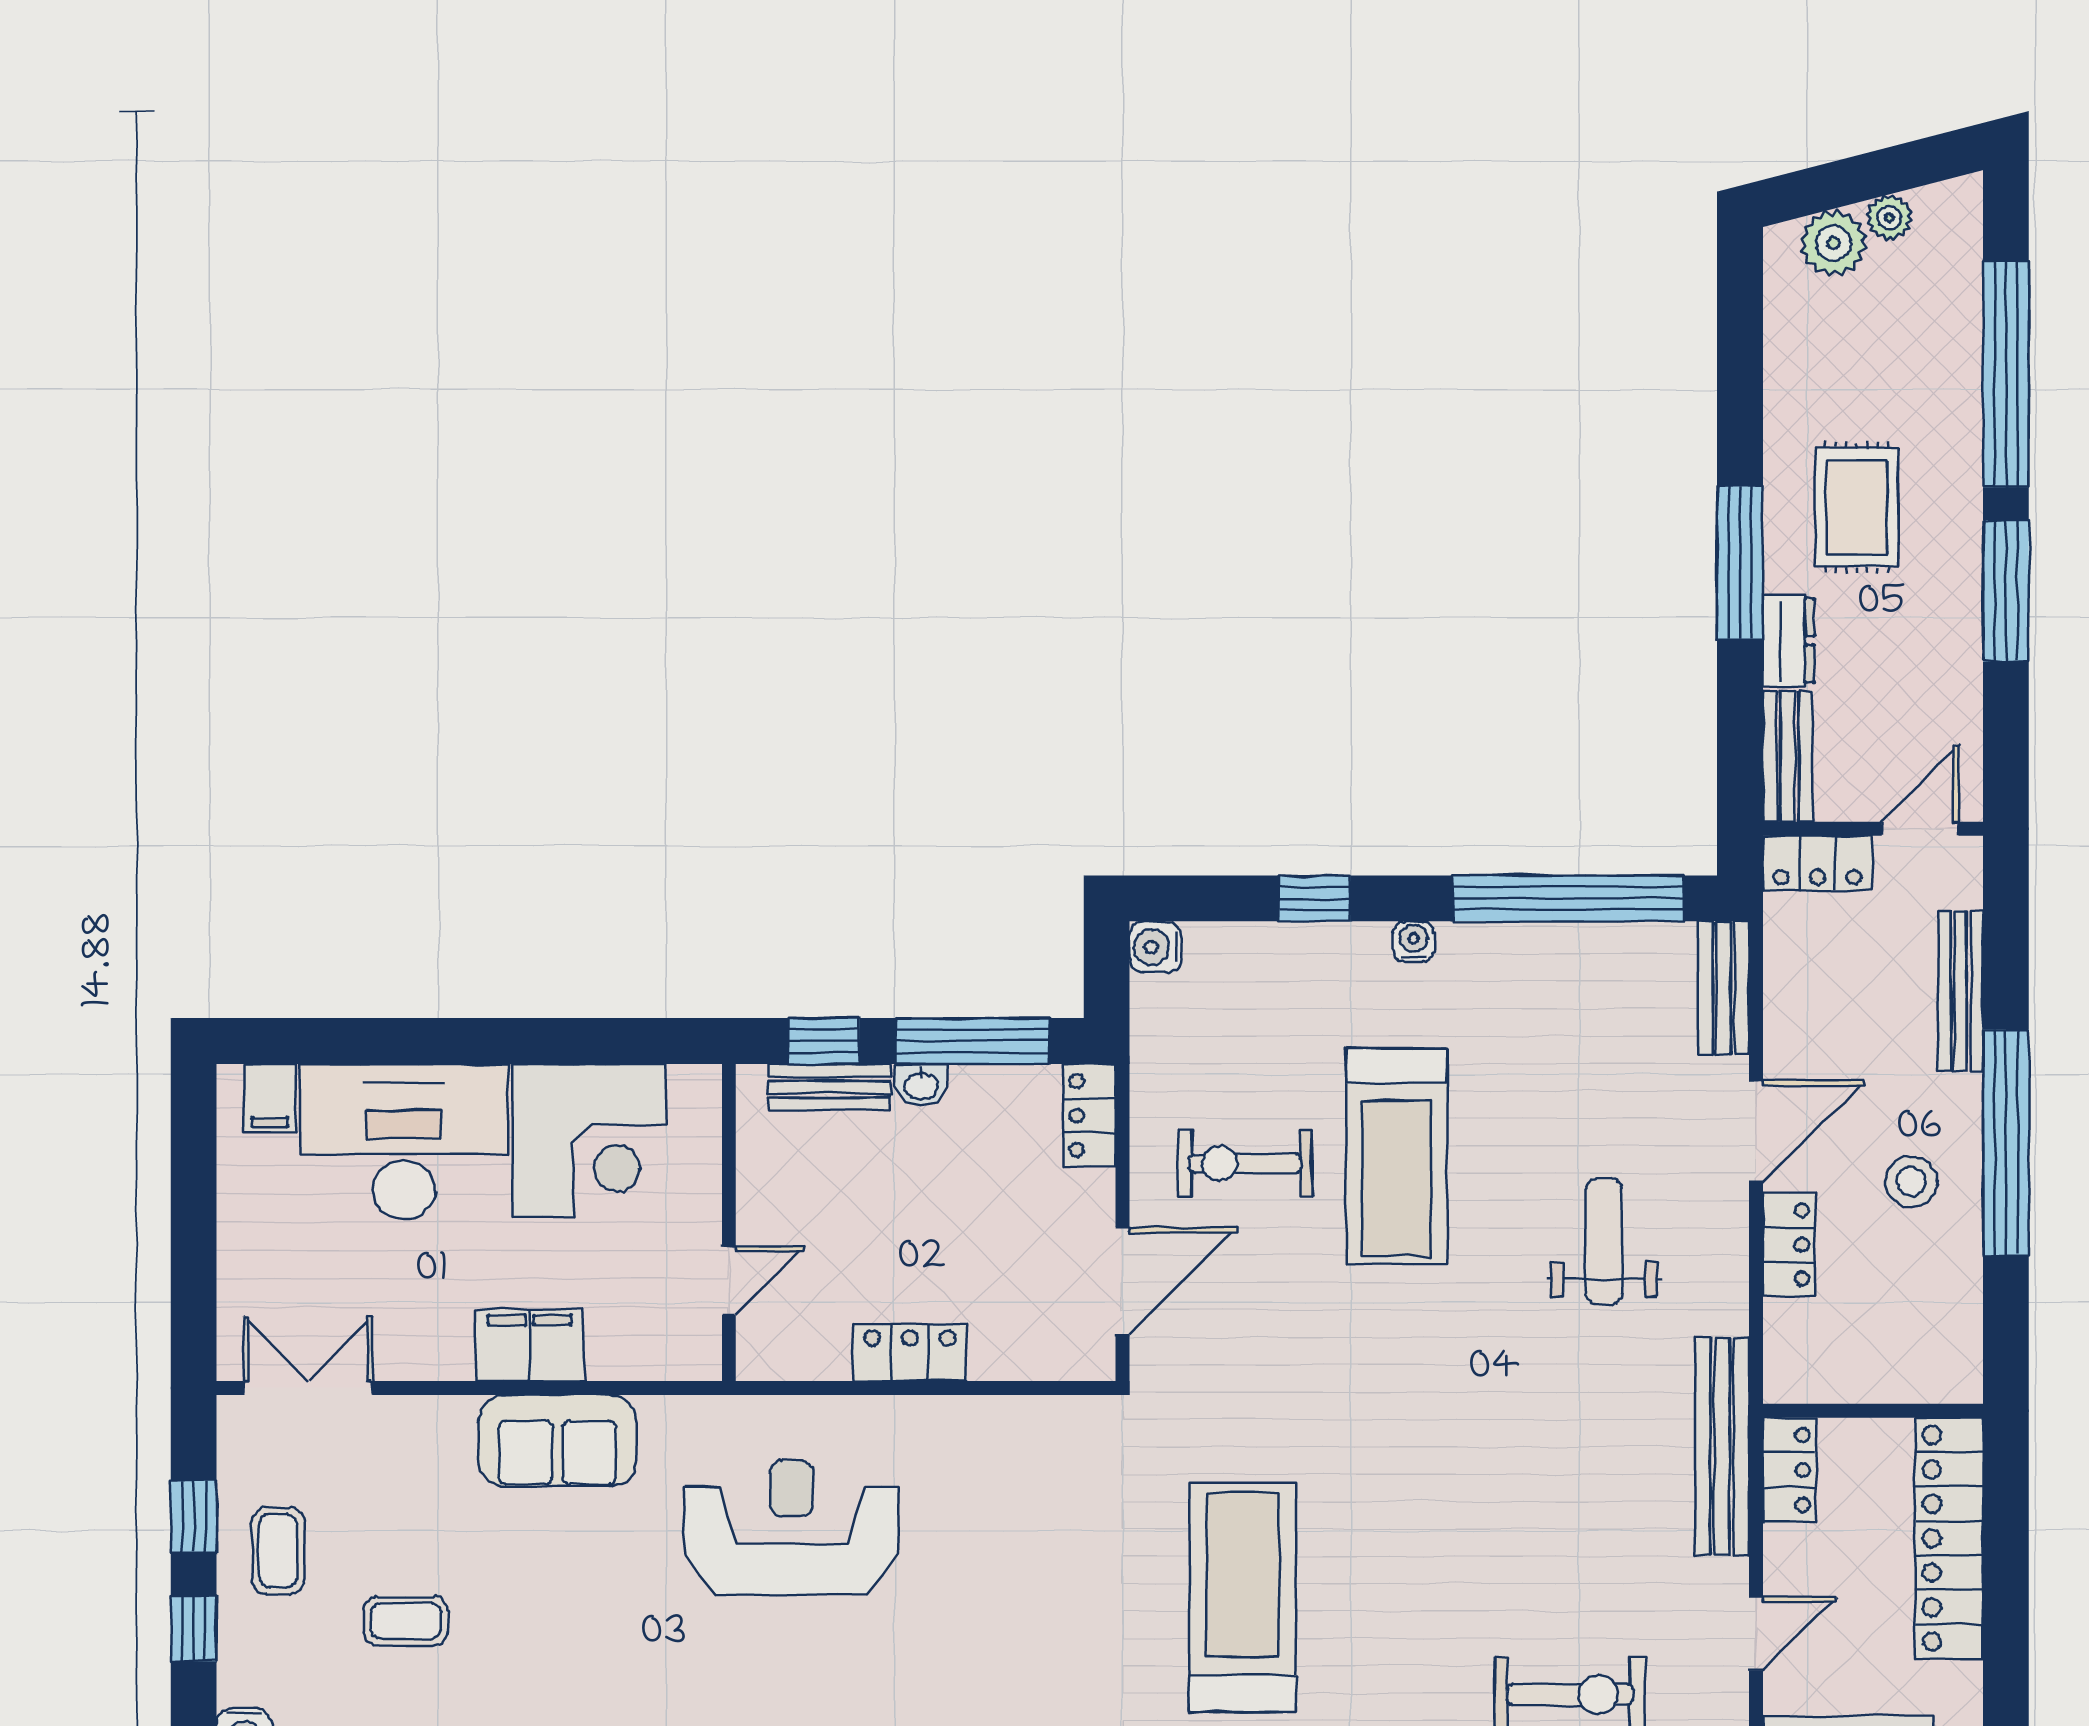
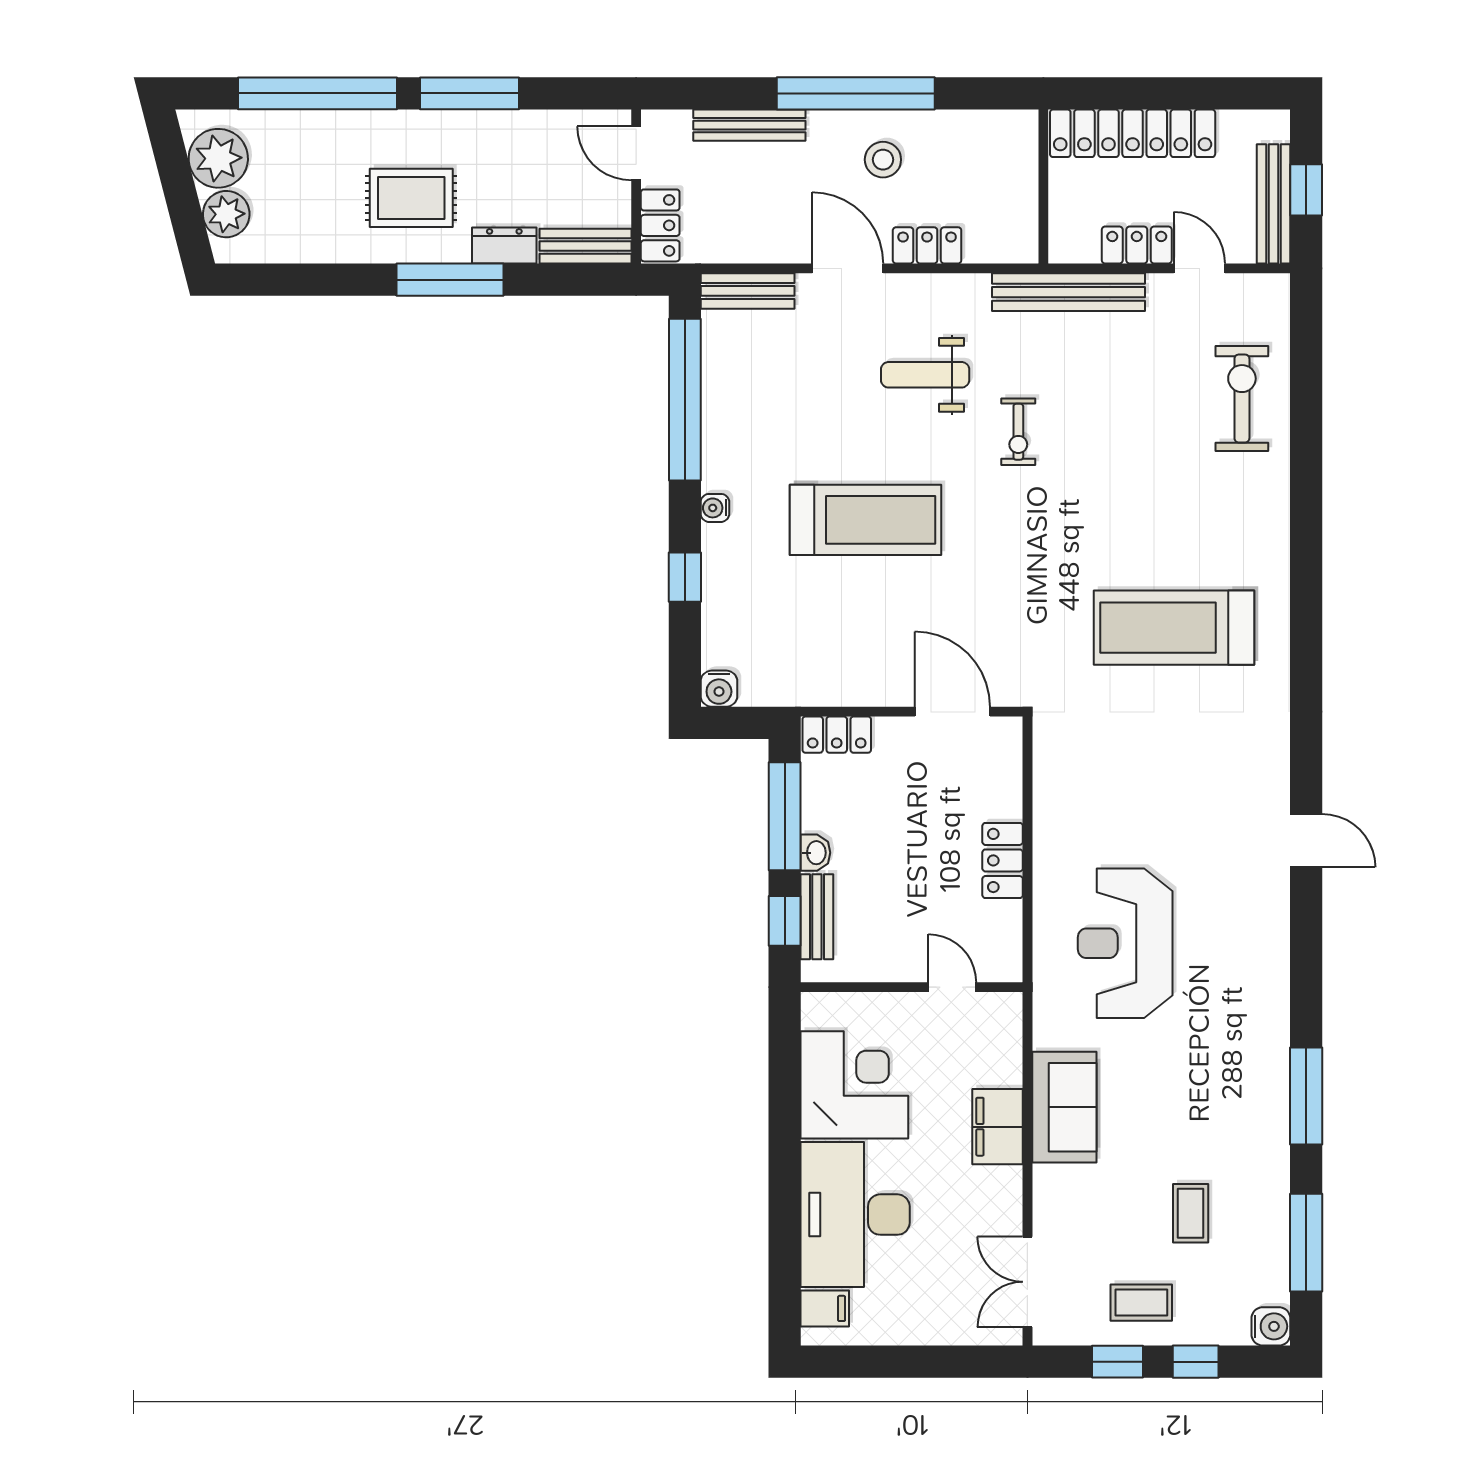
plant: (1889, 218) -> (218, 158), width x1.87, depth x1.87
exercise bike: (1245, 1163) -> (1018, 432), moved, width x0.73, depth x0.72
locker: (1789, 1470) -> (1137, 245), moved

